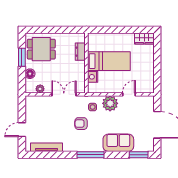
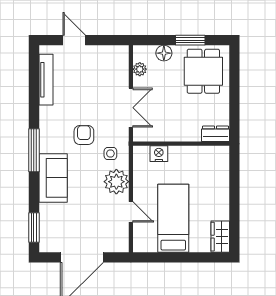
dresser: (80, 52) -> (215, 134), moved
bed: (109, 61) -> (173, 218), moved, turned 180
sofa: (118, 143) -> (53, 178), moved

